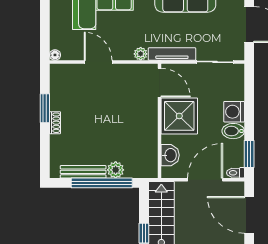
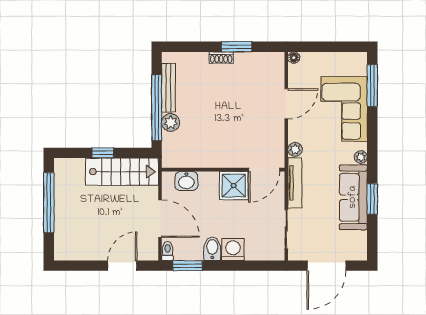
shower: (179, 116) -> (234, 186), width x0.73, depth x0.73
door: (249, 215) -> (122, 266), width x0.73

